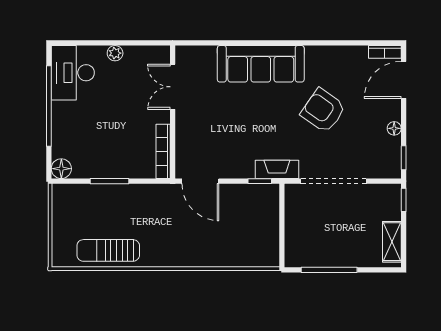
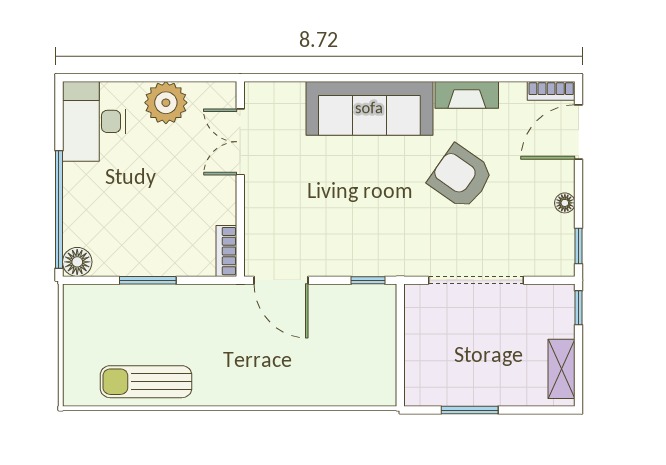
plant: (115, 53) -> (166, 103), width x1.87, depth x1.87
window: (49, 106) -> (59, 210), moved
bookcase: (163, 151) -> (226, 251), width x0.64
fireplace: (277, 169) -> (467, 95), moved, turned 180
window: (329, 270) -> (470, 410), width x0.69

